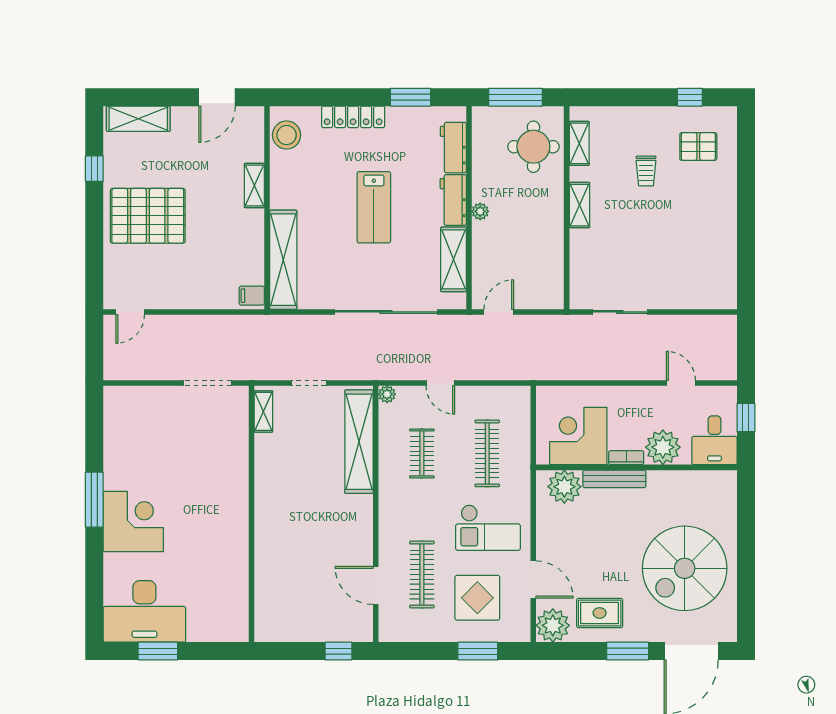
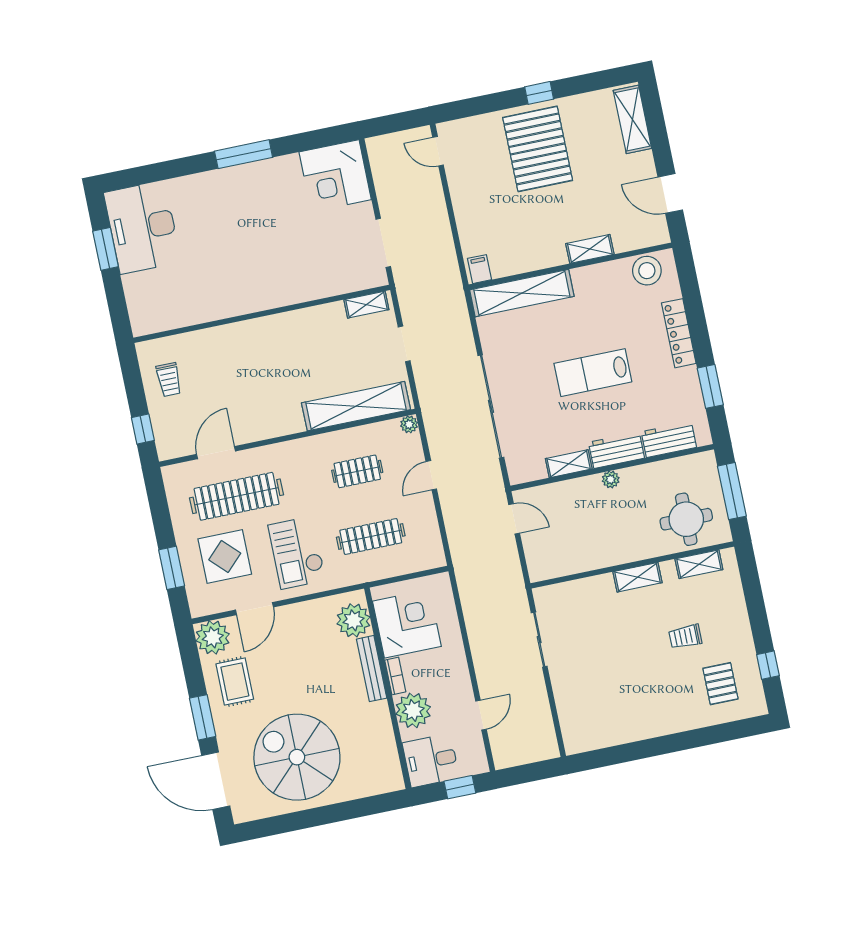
window: (94, 169) -> (539, 93), moved
shelving: (453, 259) -> (569, 464), width x0.67, depth x0.75
corner desk: (133, 522) -> (335, 176), moved, turned 90
clothes rail: (422, 574) -> (237, 496), width x1.37, depth x1.31
trolley: (296, 616) -> (169, 380), added

